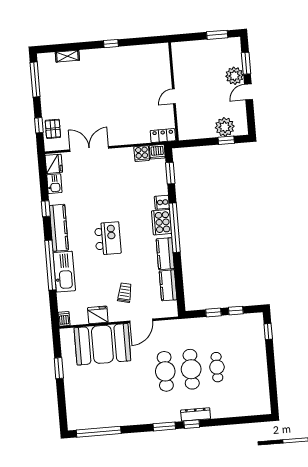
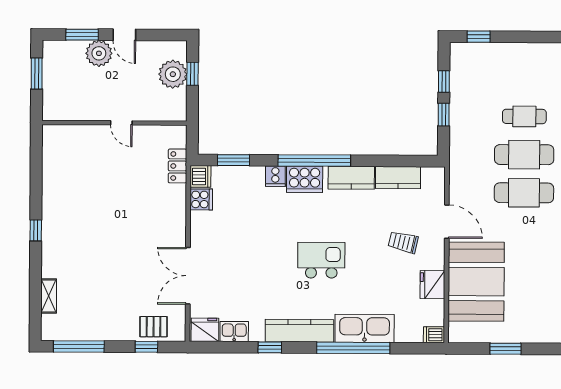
wall: (173, 92) -> (114, 123), moved
door: (174, 96) -> (121, 123), moved

